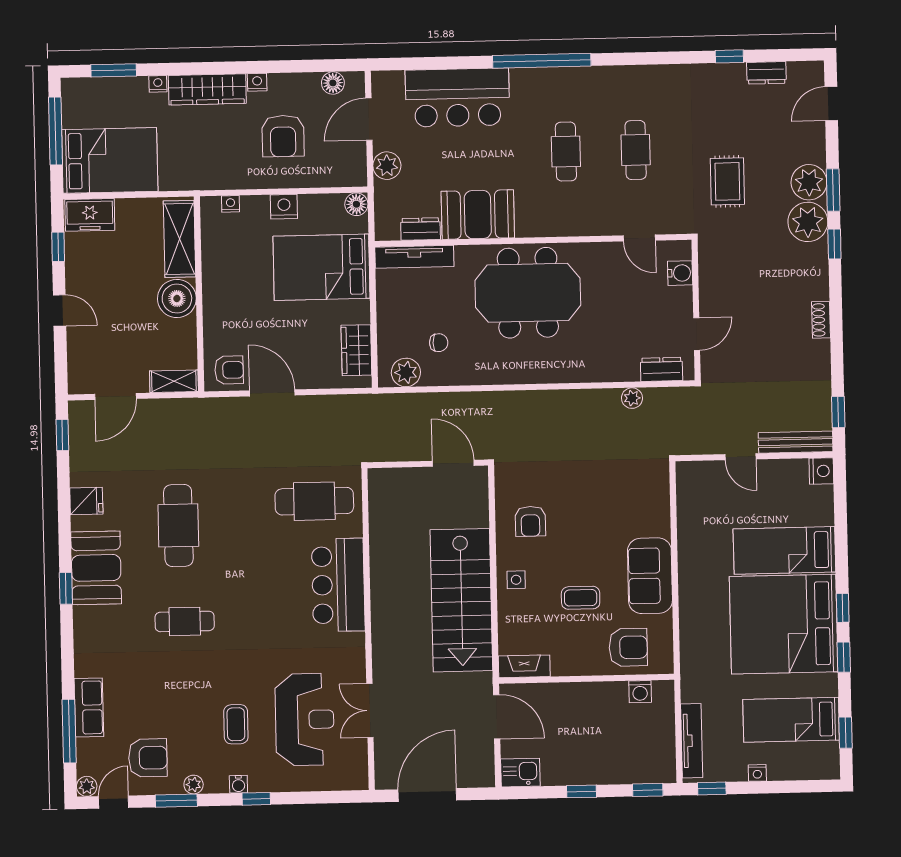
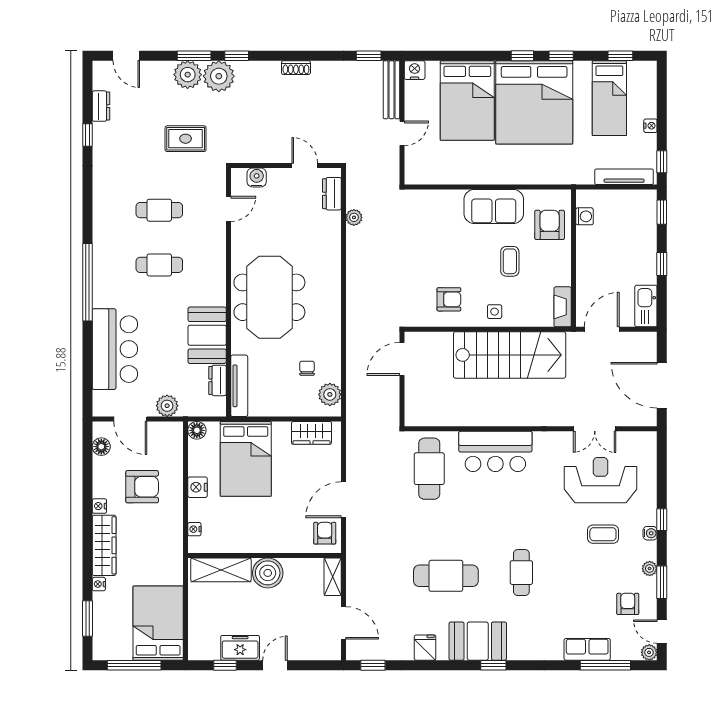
freezer: (90, 215) -> (240, 648), moved, turned -90
bed: (784, 550) -> (467, 100), width x1.50
armchair: (148, 758) -> (628, 604), width x0.72, depth x0.72
kitchen sink: (520, 773) -> (646, 306), width x1.38

